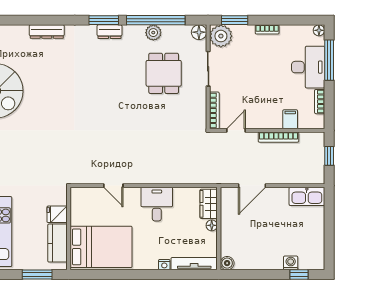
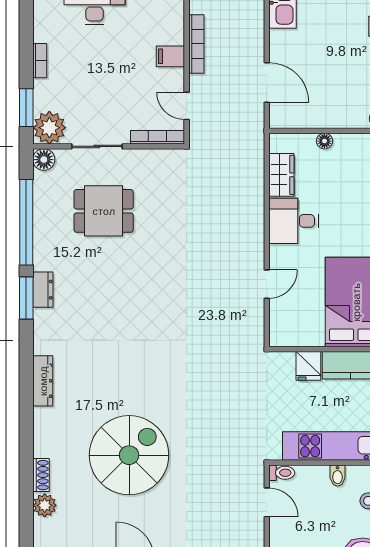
plant: (153, 33) -> (44, 226), removed
filing cabinet: (290, 119) -> (170, 56), moved
wardrobe: (209, 204) -> (281, 175), moved, turned -90

